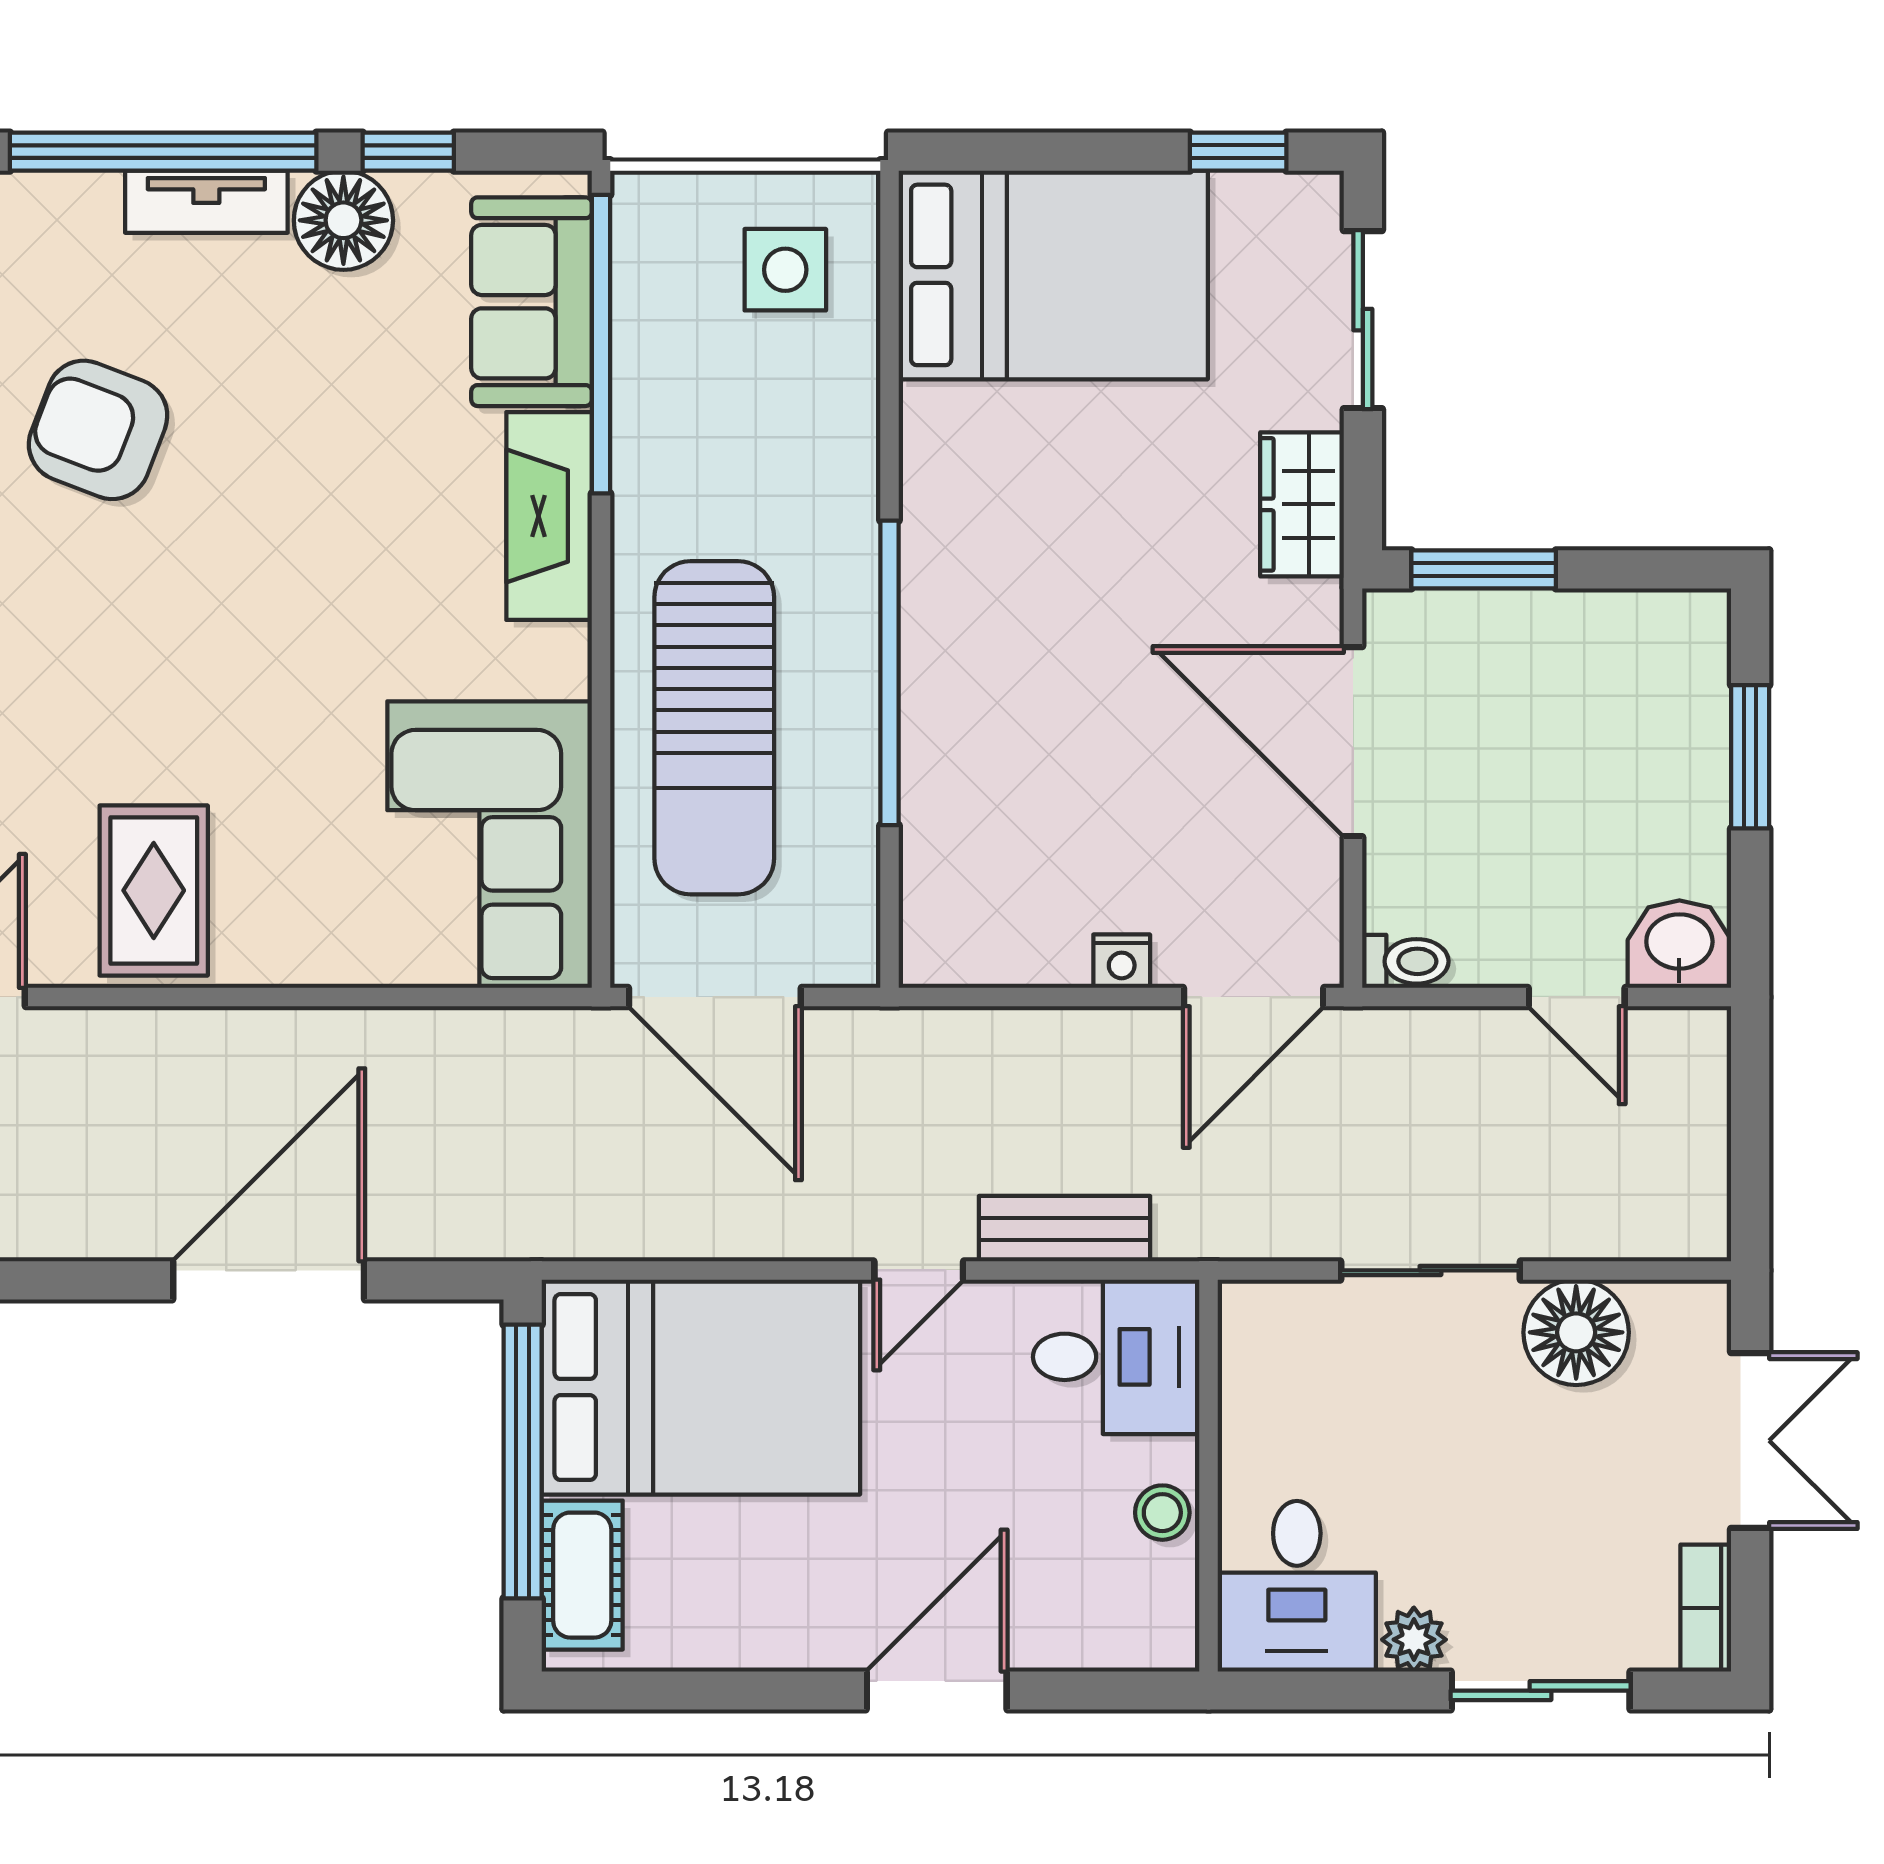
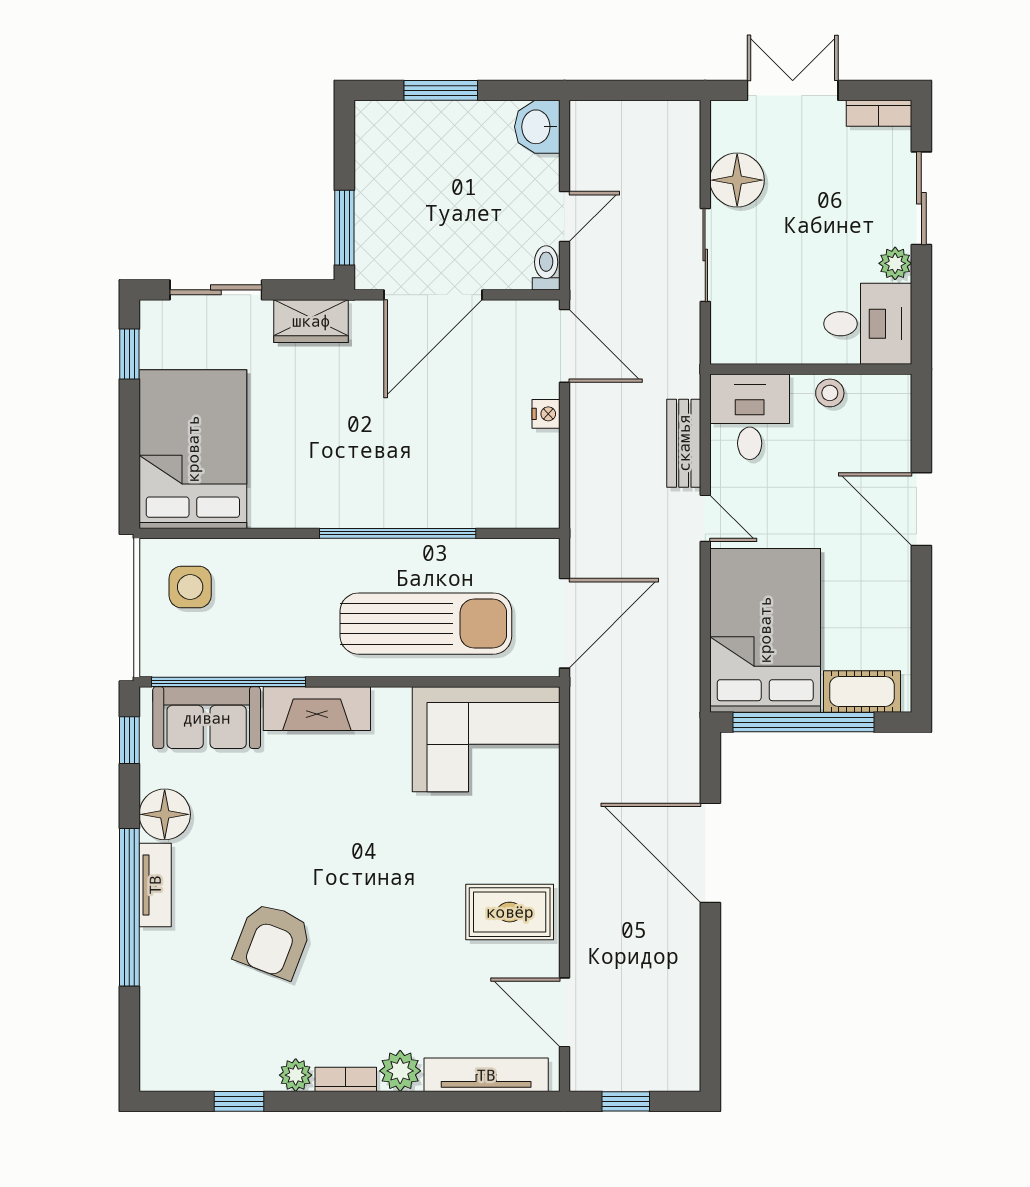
window: (408, 152) -> (129, 740), moved
door: (1577, 997) -> (564, 217), moved

